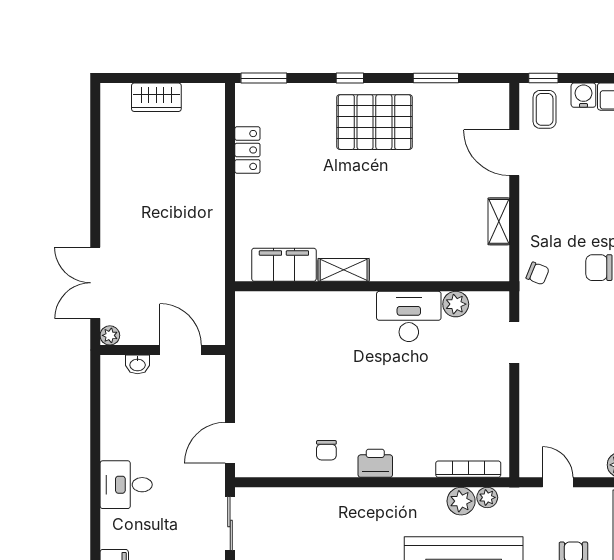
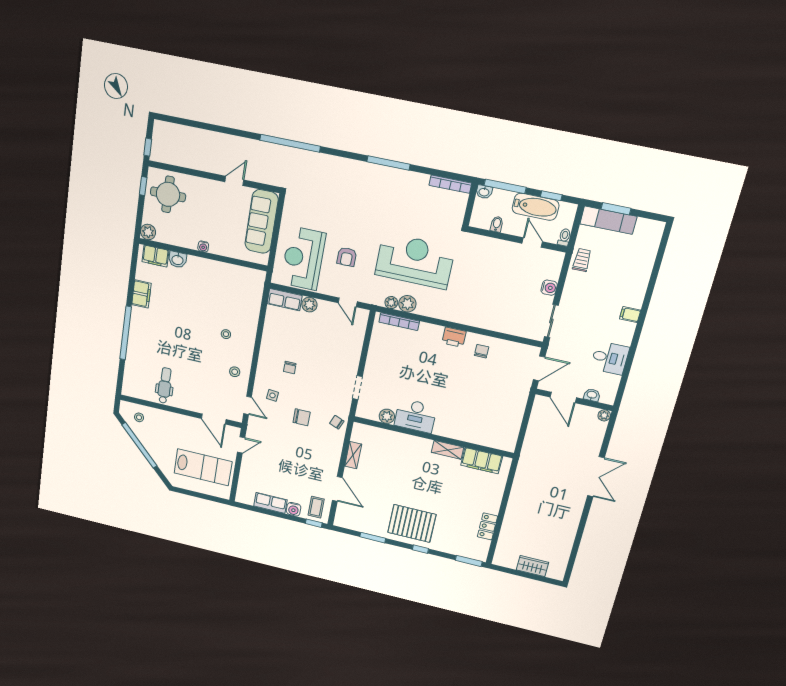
plant: (110, 335) -> (604, 415), moved
wall: (163, 350) -> (574, 400), moved
door: (181, 350) -> (563, 397), moved
washbasin: (138, 364) -> (592, 395), moved

